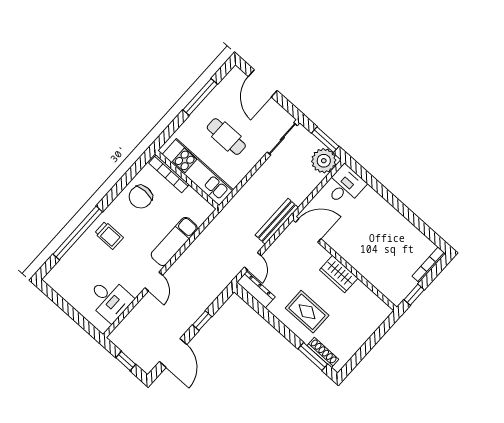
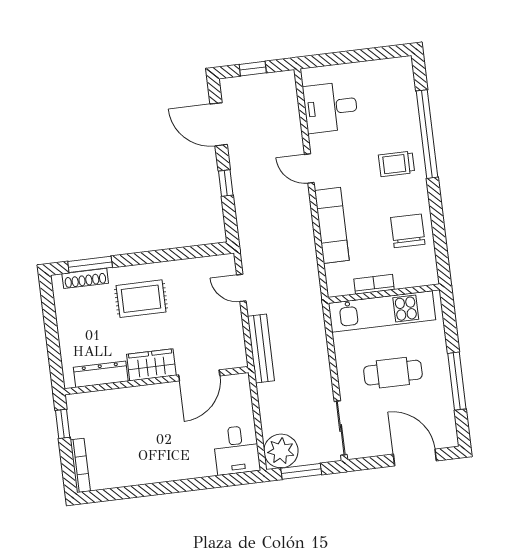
bookcase: (169, 174) -> (374, 284), moved, width x0.64
door: (308, 231) -> (199, 375), moved
dresser: (256, 290) -> (101, 374), moved, turned 180

